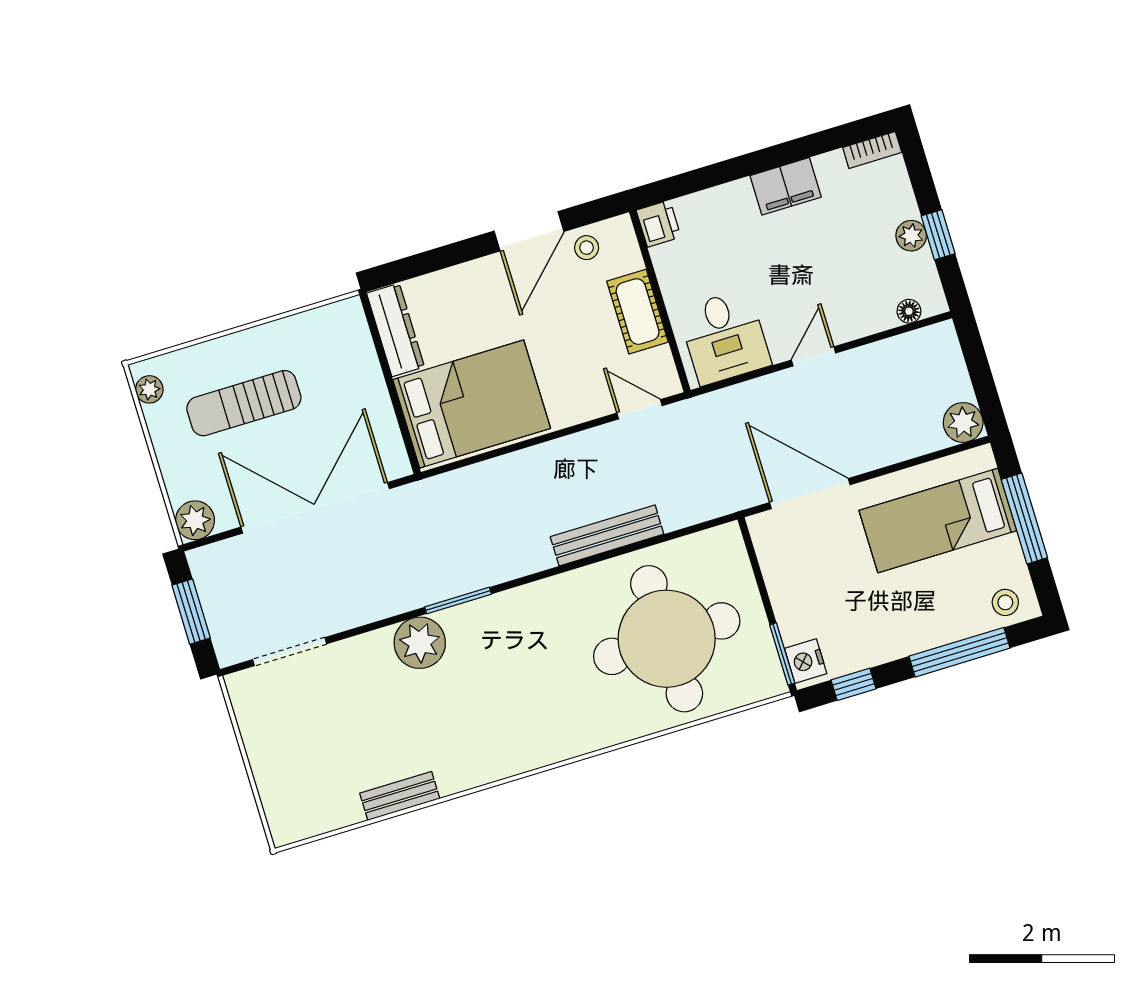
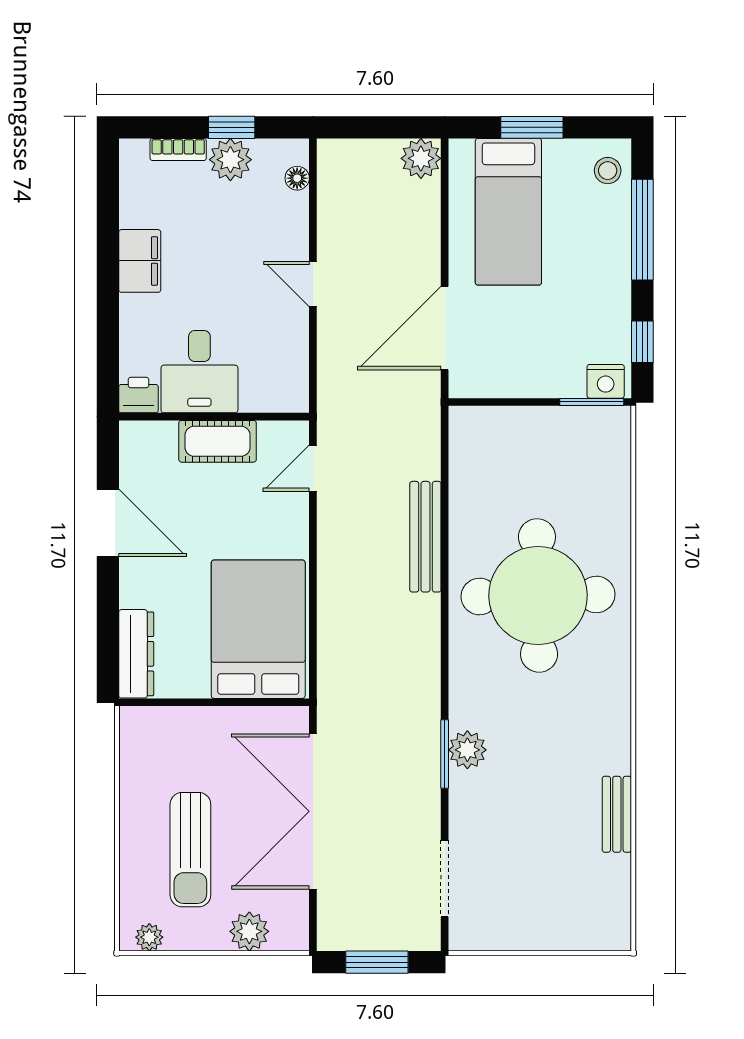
bookcase: (872, 150) -> (178, 150), moved, turned 90
plant: (911, 236) -> (230, 160), width x1.38, depth x1.38
stool: (587, 248) -> (141, 472), removed
dresser: (396, 330) -> (136, 654), moved, turned 90
desk: (724, 337) -> (199, 372), moved, turned 90
window: (1024, 519) -> (532, 127), width x0.69
plant: (195, 520) -> (249, 931), moved
window: (458, 600) -> (445, 754), moved
round table: (667, 639) -> (538, 595), moved
plant: (420, 643) -> (467, 750), width x0.73, depth x0.73

